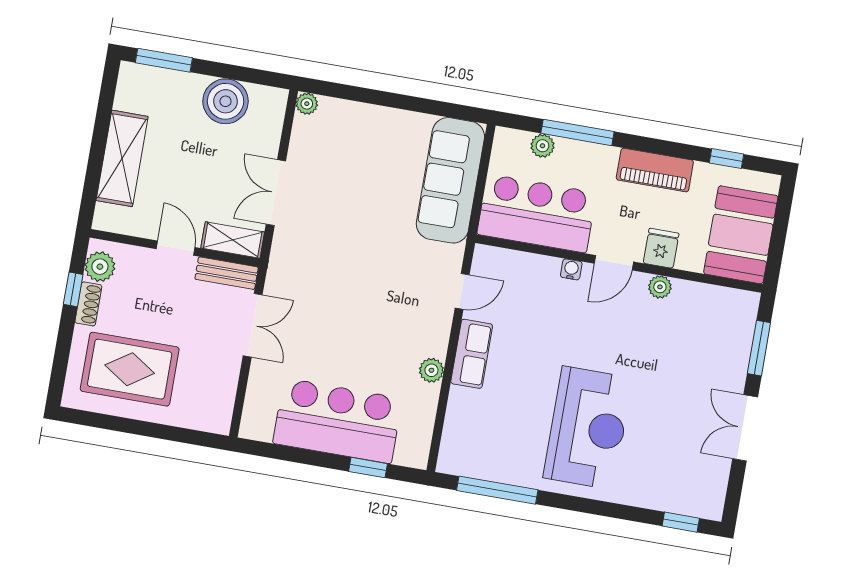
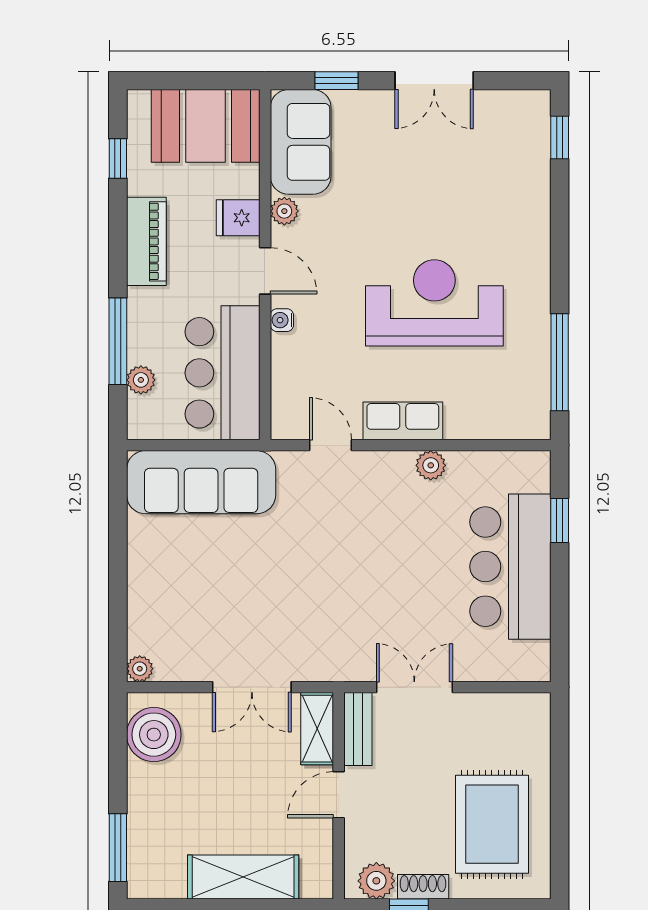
boiler: (226, 101) -> (154, 735), moved
sofa: (714, 310) -> (301, 142), added
window: (759, 348) -> (336, 81), width x0.67
reception desk: (588, 428) -> (434, 303), moved

